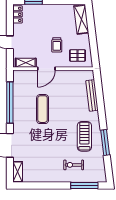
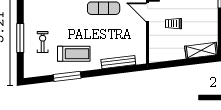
pallet: (78, 55) -> (162, 46), removed
window: (84, 185) -> (20, 38), moved

